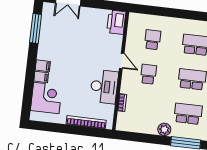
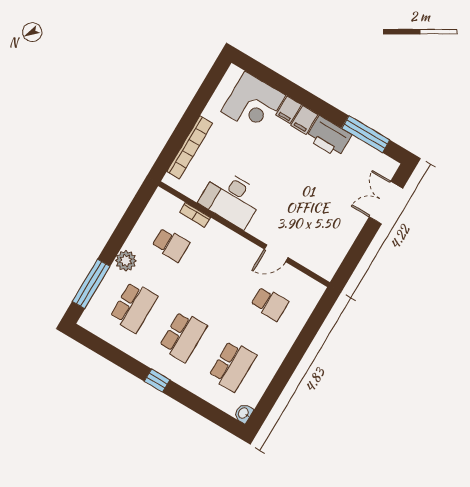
printer: (116, 22) -> (329, 137), moved, turned 180
door: (122, 61) -> (276, 253), moved
school desk: (148, 74) -> (171, 245), moved

